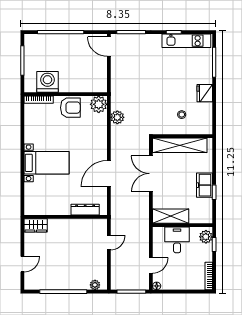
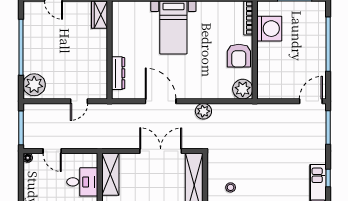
plant: (117, 117) -> (203, 111), moved
door: (109, 243) -> (79, 101), hinge flipped
plant: (95, 285) -> (34, 85), width x1.87, depth x1.87

